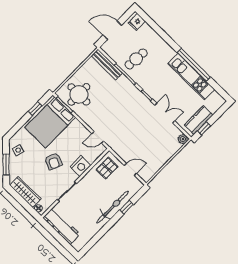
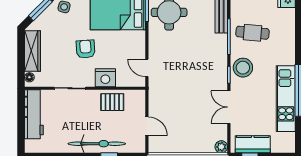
stool: (150, 83) -> (243, 68), added
double door: (165, 113) -> (229, 107), swing flipped
armchair: (53, 161) -> (86, 49), turned 152
pallet: (107, 168) -> (112, 102), moved

